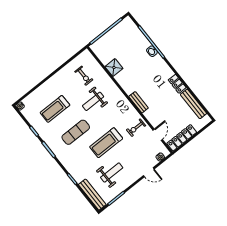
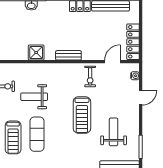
shower: (114, 68) -> (36, 53), moved
weight bench: (93, 101) -> (34, 97), turned 90
exercise mat: (76, 132) -> (37, 134), moved
door: (158, 135) -> (113, 62), hinge flipped

